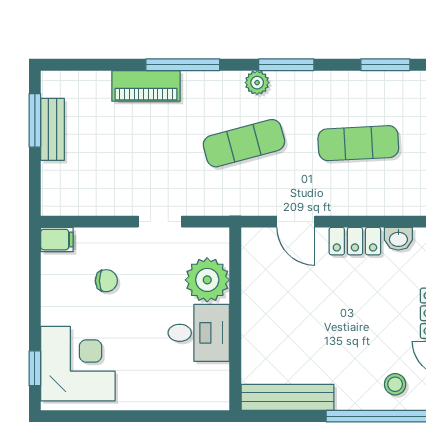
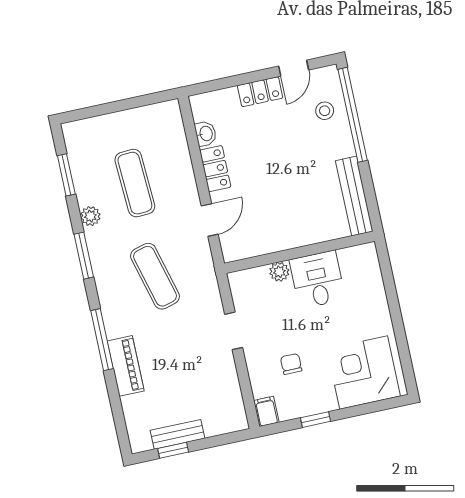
plant: (257, 83) -> (90, 216), moved
window: (35, 120) -> (173, 450), width x0.67
plant: (207, 280) -> (279, 272), width x0.53, depth x0.53
window: (35, 368) -> (316, 420), moved

